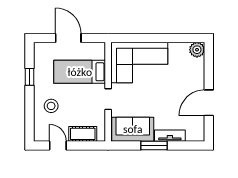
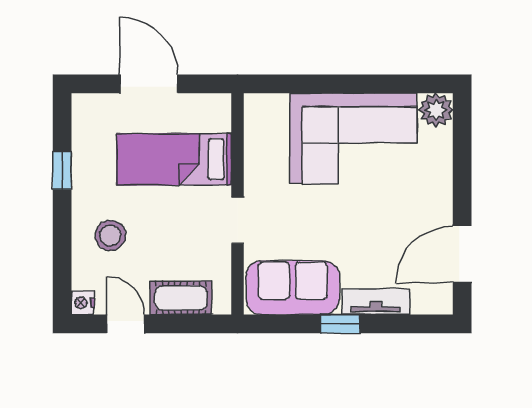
corner sofa: (139, 62) -> (353, 138), moved
door: (209, 103) -> (462, 254), moved
nightstand: (39, 136) -> (83, 303), added
window: (154, 146) -> (340, 324), width x0.67

